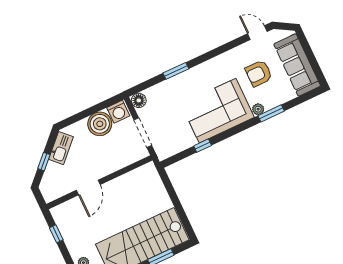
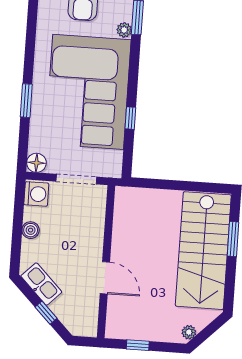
corner sofa: (218, 111) -> (88, 92), width x1.36, depth x1.36
boiler: (100, 124) -> (31, 230), width x0.54, depth x0.54

